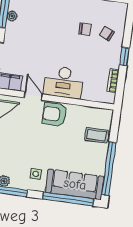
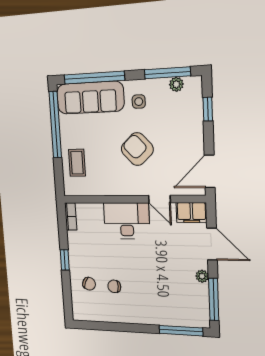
plant: (12, 16) -> (202, 276), moved
bookcase: (113, 81) -> (71, 216), moved
armchair: (55, 114) -> (137, 149), moved, turned -133
coffee table: (97, 135) -> (77, 163), turned 90

